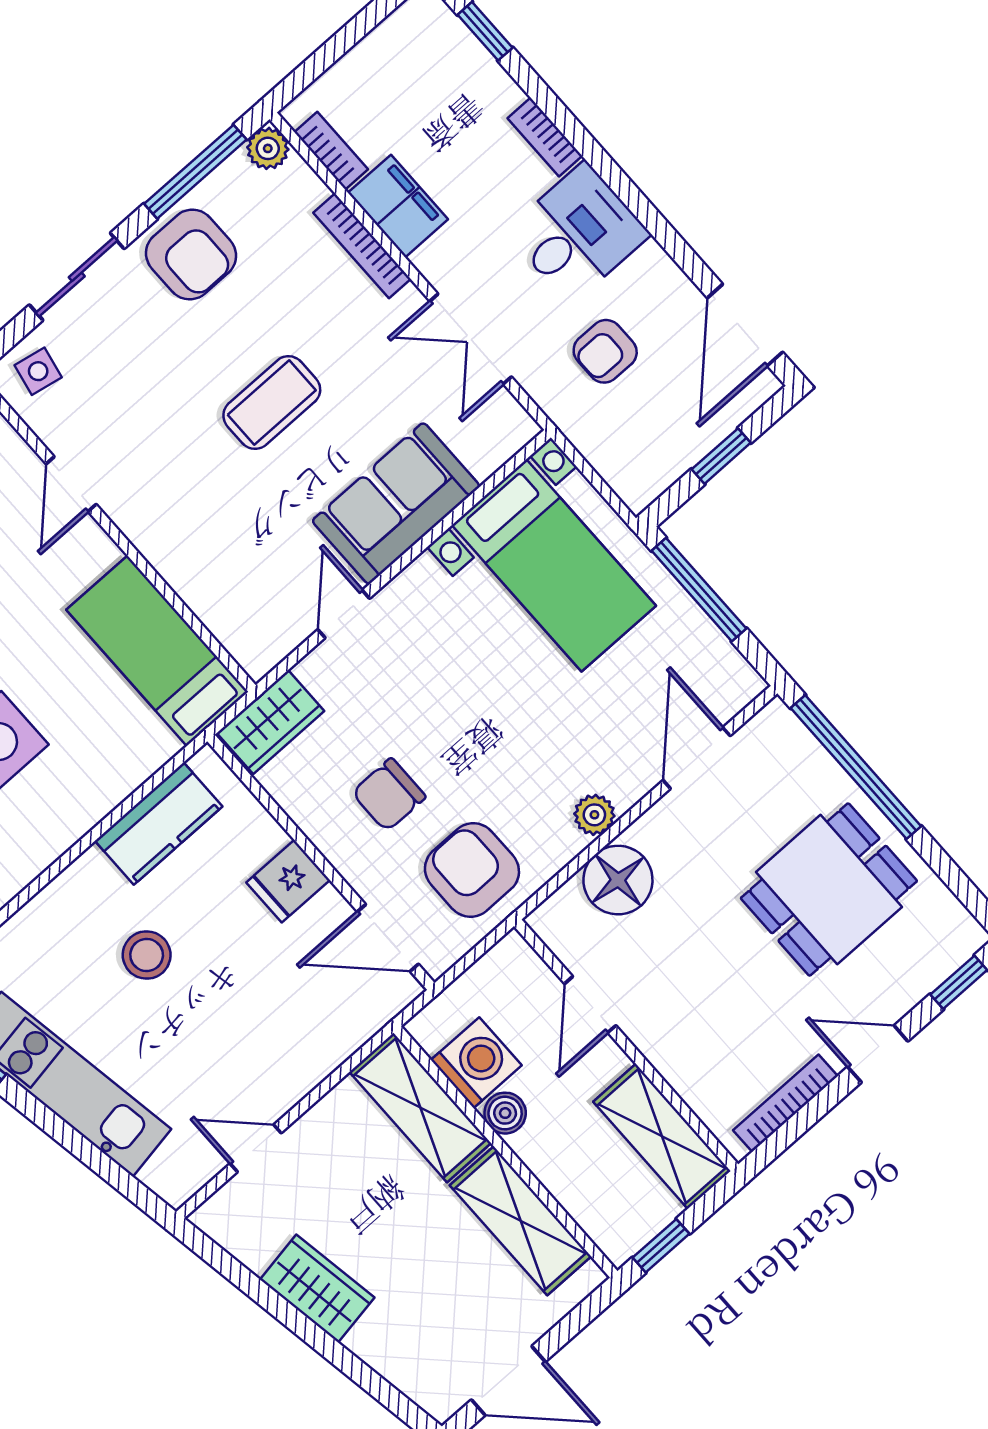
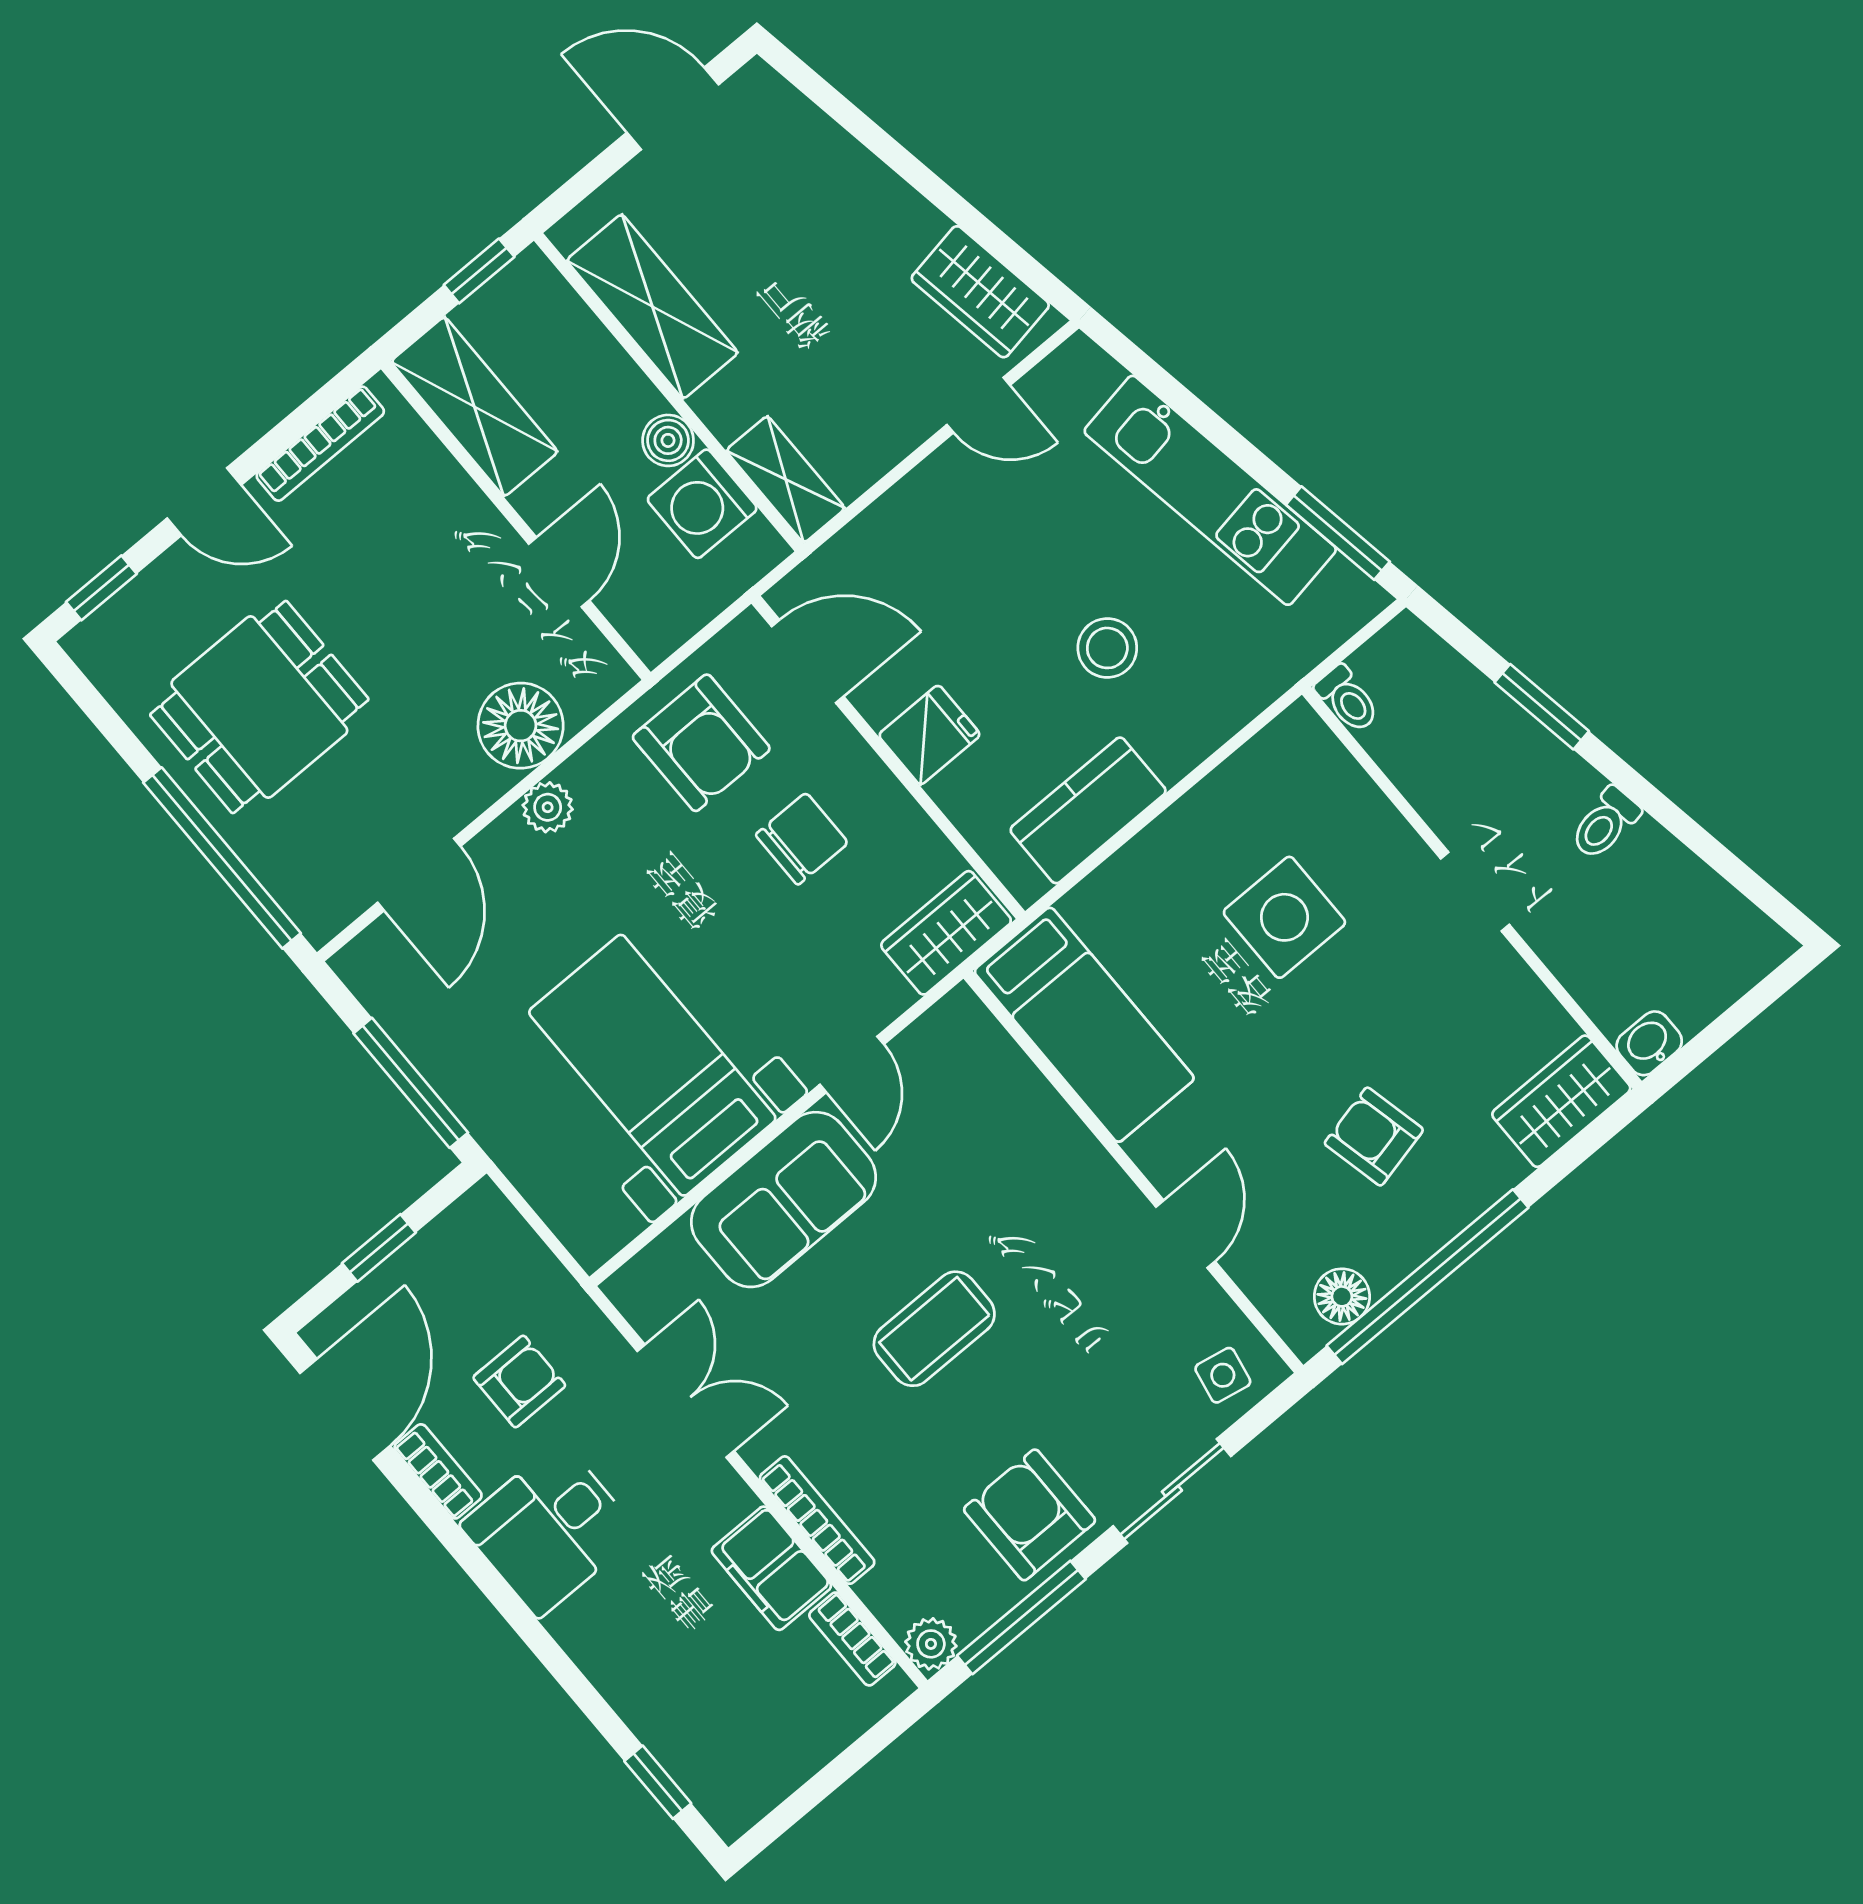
bookcase: (545, 137) -> (438, 1471), moved
bed with nightstands: (554, 565) -> (652, 1065), moved
shelving: (420, 1107) -> (786, 479), width x0.67, depth x0.75
wardrobe: (317, 1288) -> (980, 292), moved

